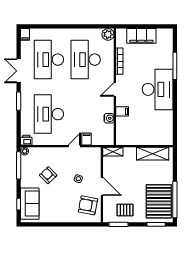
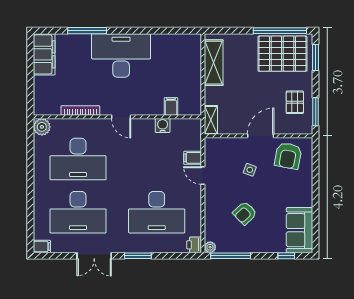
filing cabinet: (141, 36) -> (44, 54), moved
filing cabinet: (122, 111) -> (171, 106), moved
sofa: (30, 204) -> (299, 230), moved, turned -90

